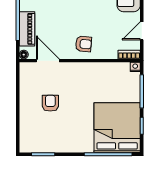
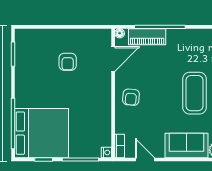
armchair: (50, 103) -> (68, 62), turned 90

